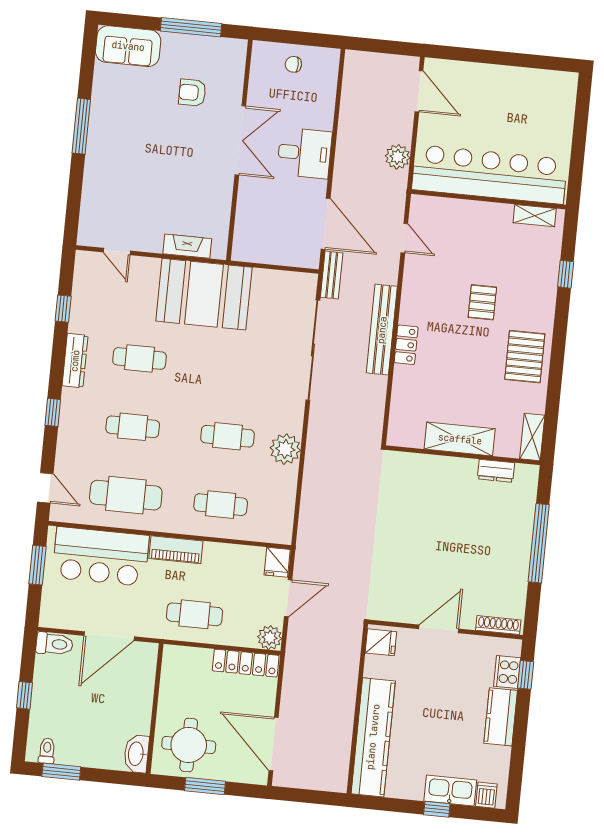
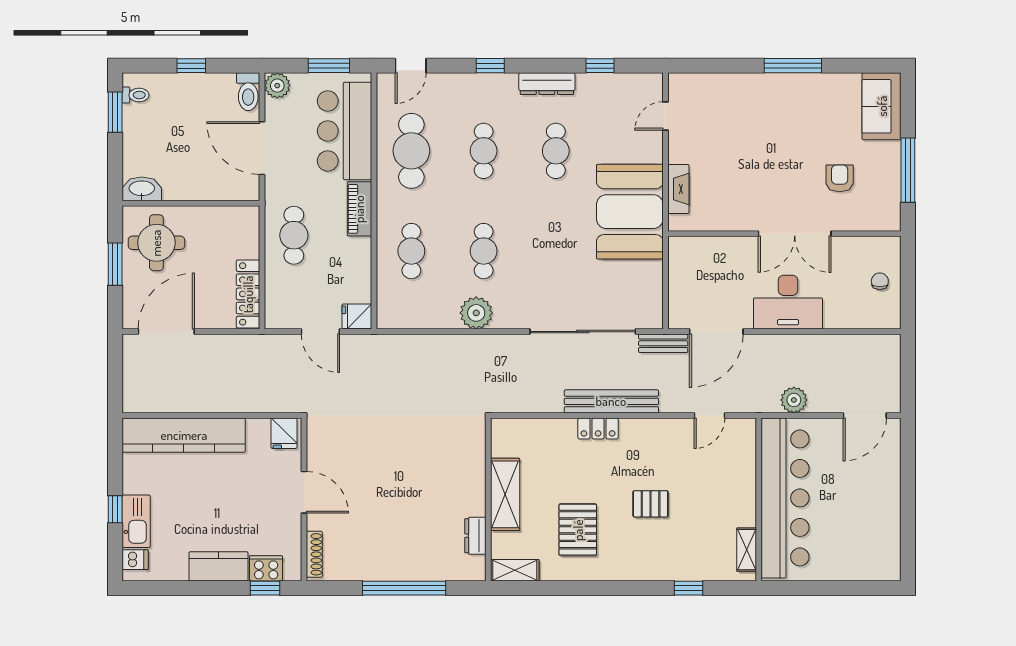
desk: (304, 153) -> (788, 302), width x1.37
pallet: (525, 357) -> (578, 530), moved, turned 90
plant: (270, 638) -> (277, 86), moved

